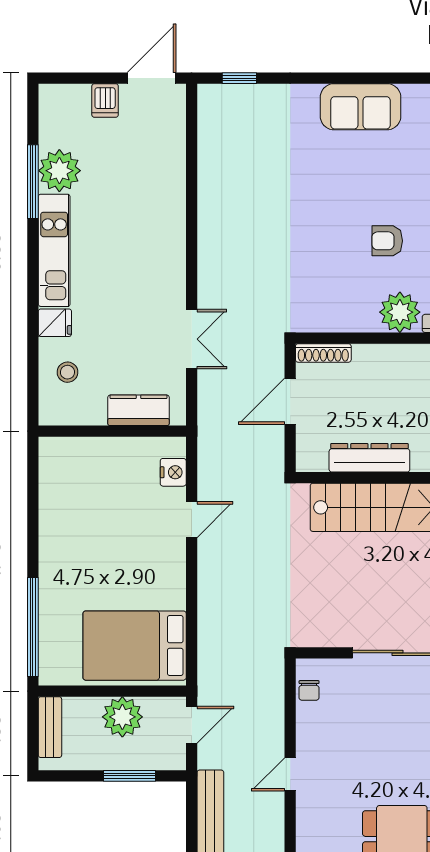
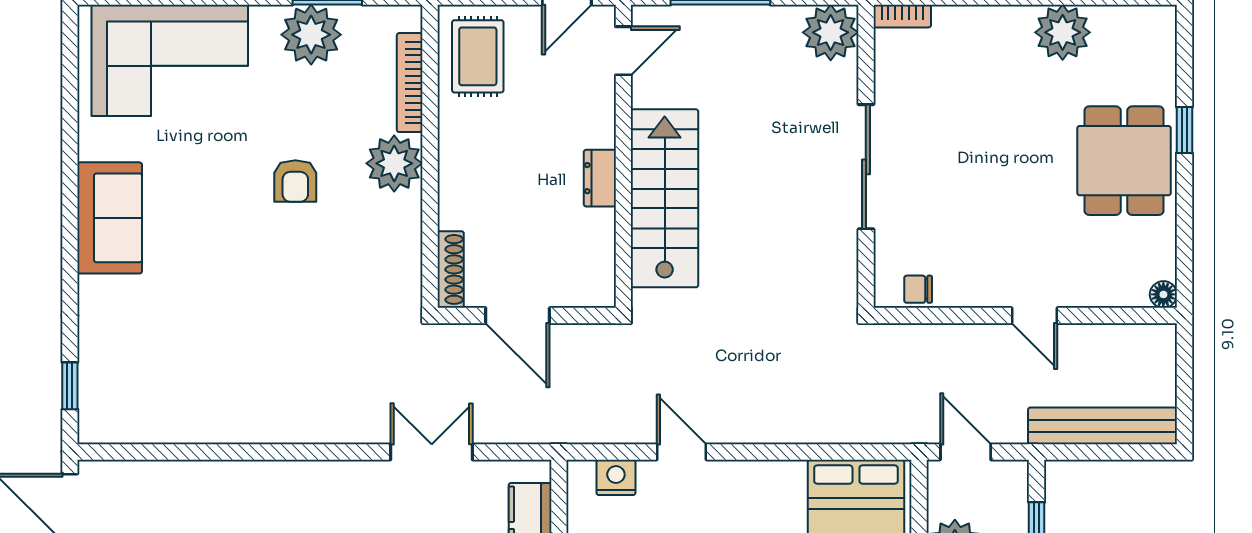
dresser: (369, 458) -> (600, 178), width x0.51, depth x0.80
chair: (309, 690) -> (918, 289), turned 180

